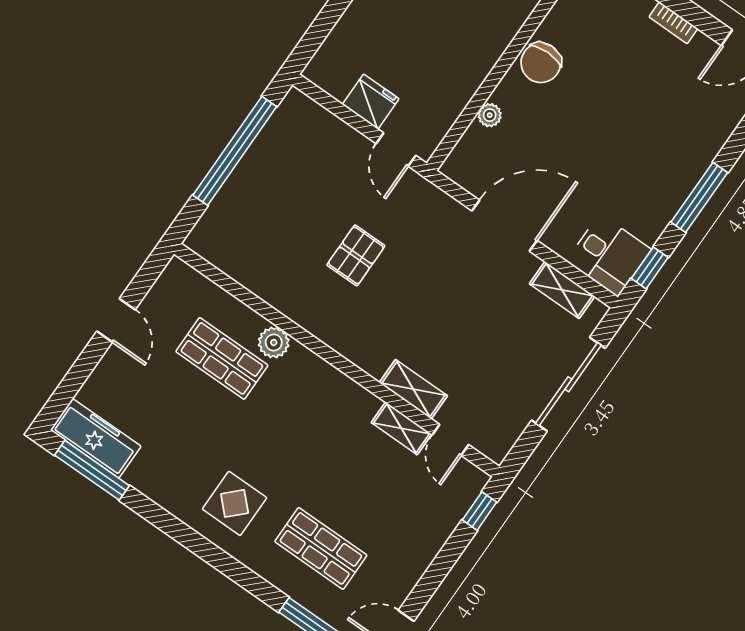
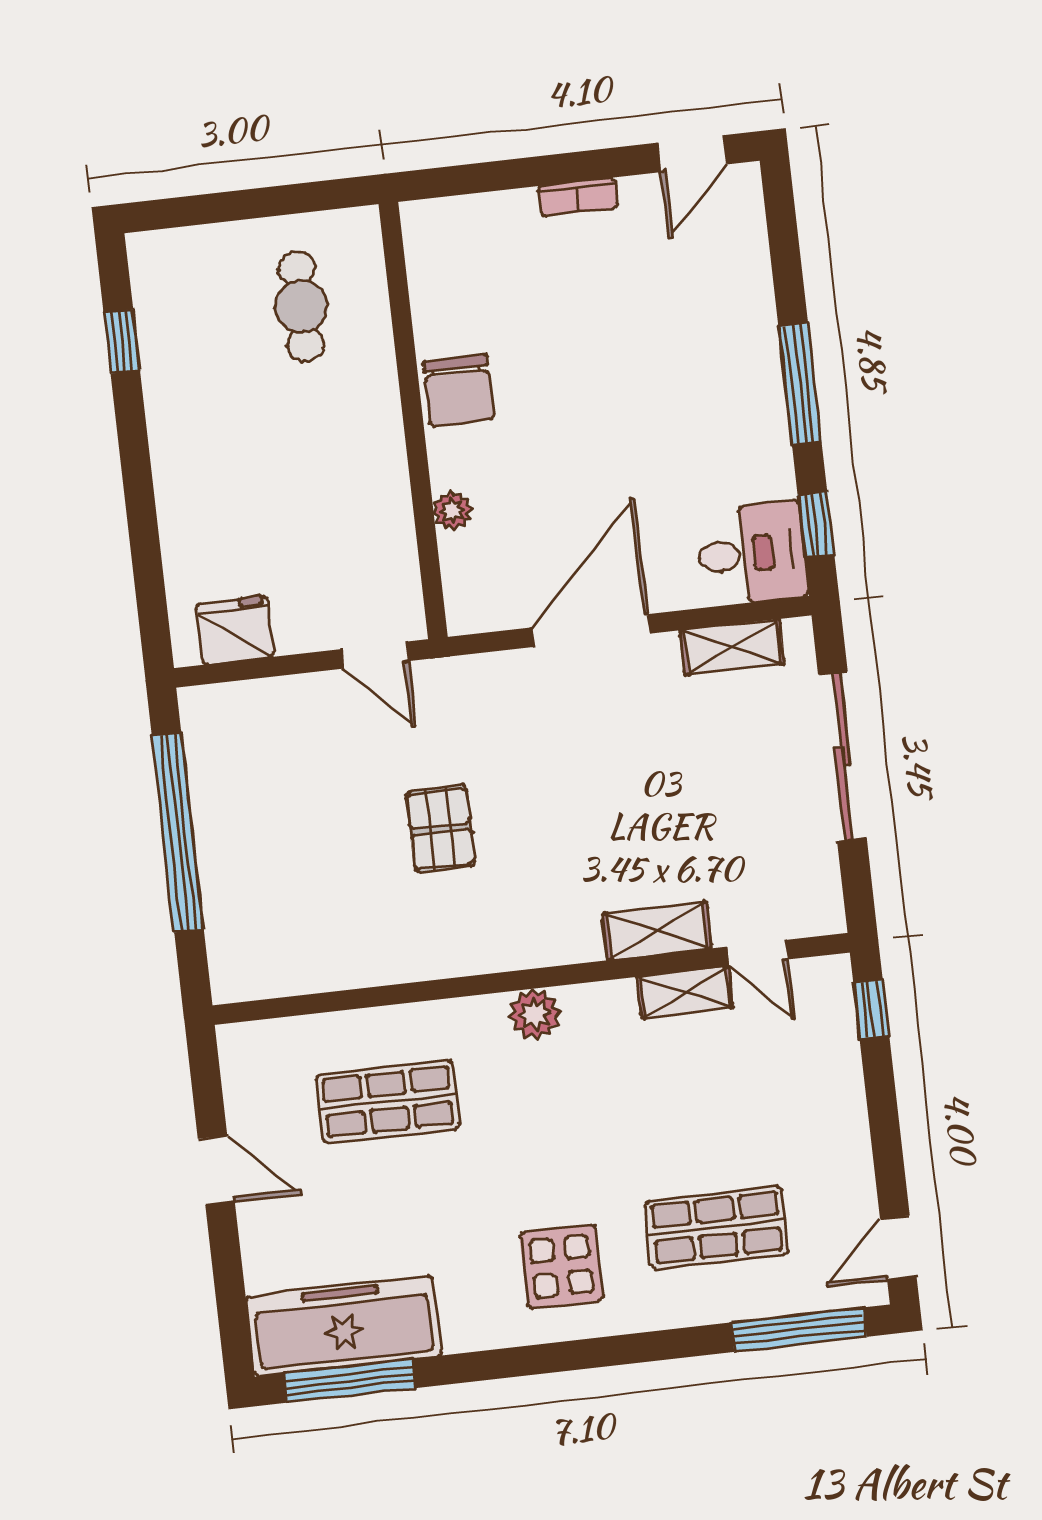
fridge: (371, 102) -> (235, 630), moved
plant: (274, 342) -> (535, 1014), moved
freezer: (96, 438) -> (344, 1326), width x1.36, depth x1.26

